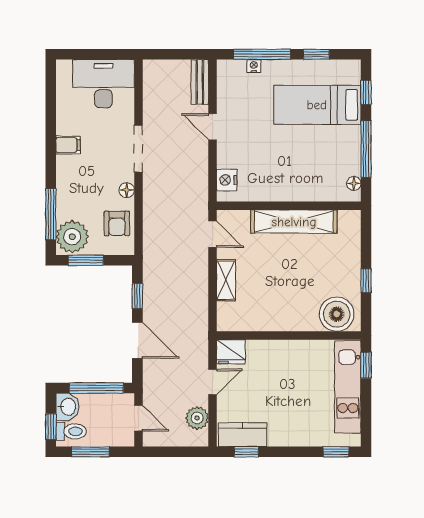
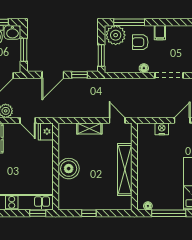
filing cabinet: (68, 145) -> (160, 33), moved
nightstand: (227, 180) -> (162, 129), moved
armchair: (117, 223) -> (140, 42), moved
door: (213, 234) -> (117, 120), swing flipped
window: (86, 260) -> (101, 55), moved
boiler: (337, 314) -> (69, 169), moved
window: (96, 388) -> (24, 50), width x0.69

